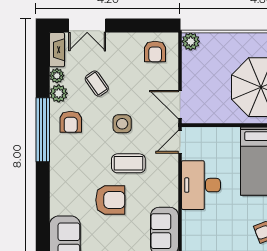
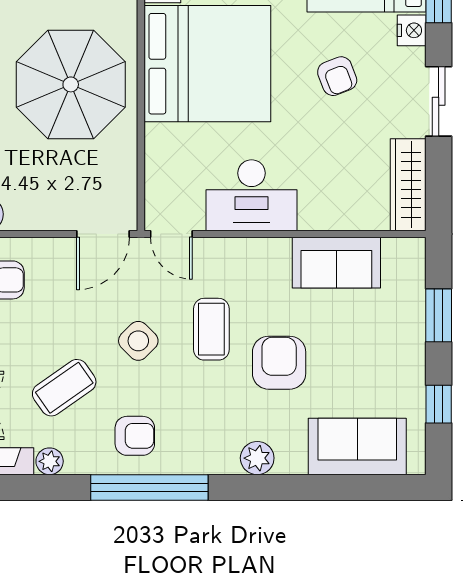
coffee table: (97, 84) -> (64, 388), width x1.36, depth x1.30
plant: (59, 93) -> (257, 458), moved
side table: (122, 124) -> (138, 341), turned 45

